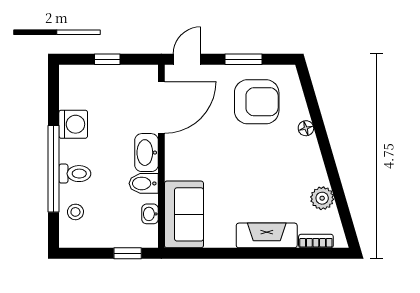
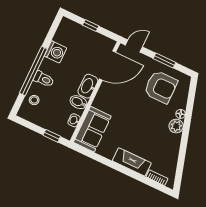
plant: (322, 198) -> (176, 126), moved

